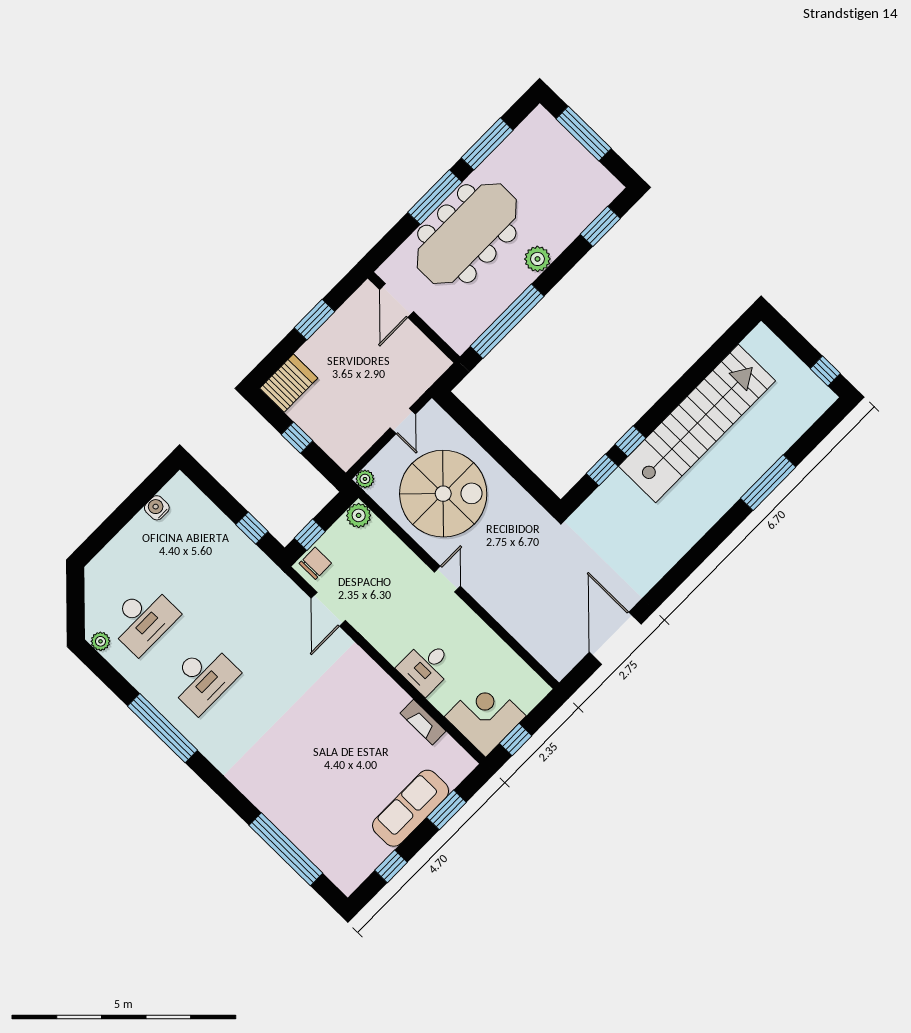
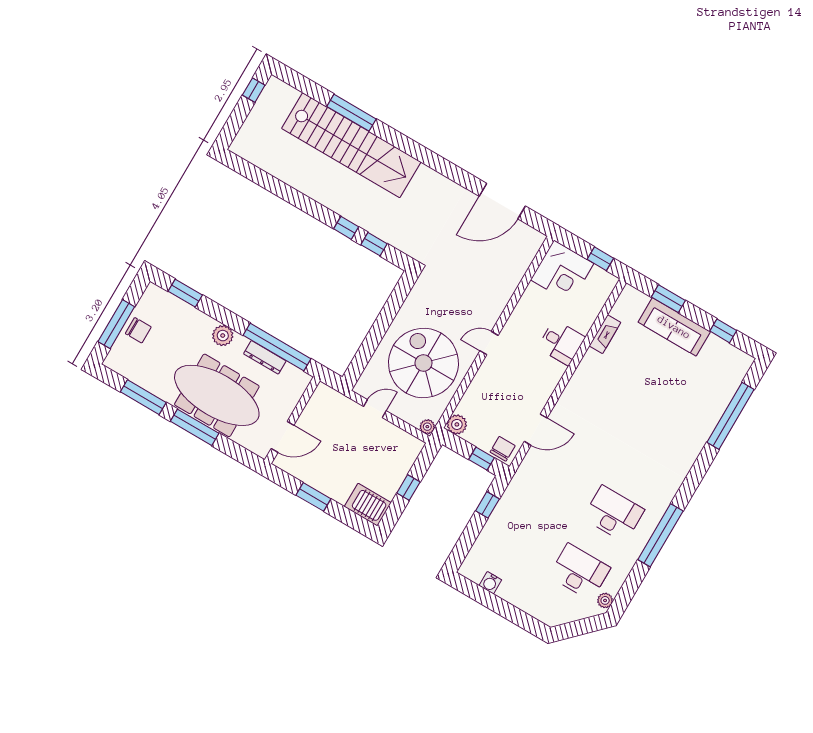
chair: (570, 158) -> (138, 330), added
dresser: (498, 303) -> (265, 357), added
stairs: (697, 423) -> (351, 145), moved, turned 180
chair: (315, 563) -> (503, 449), turned 90
corner desk: (485, 716) -> (562, 272), moved, turned -90

